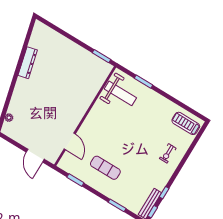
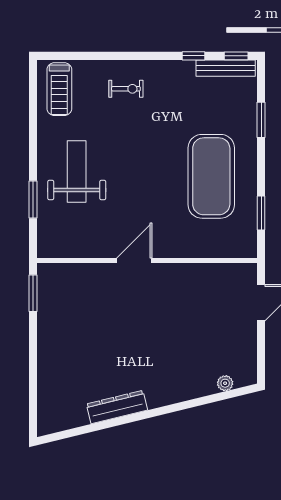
weight bench: (120, 93) -> (77, 171), moved
door: (70, 141) -> (134, 261), moved
exercise mat: (105, 168) -> (211, 176), width x2.00, depth x1.45

